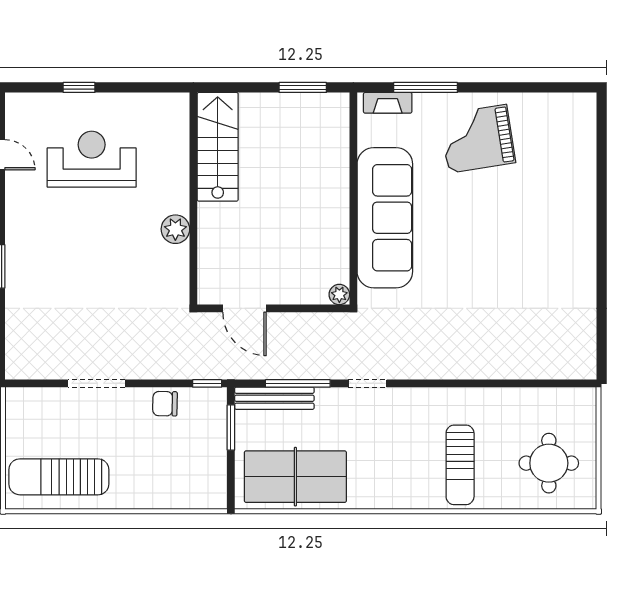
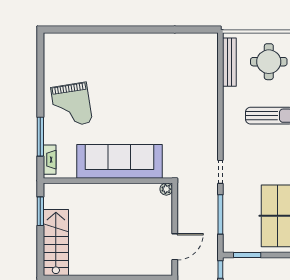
stairs: (218, 147) -> (56, 242), moved, turned 90
bench: (274, 398) -> (229, 62), moved

